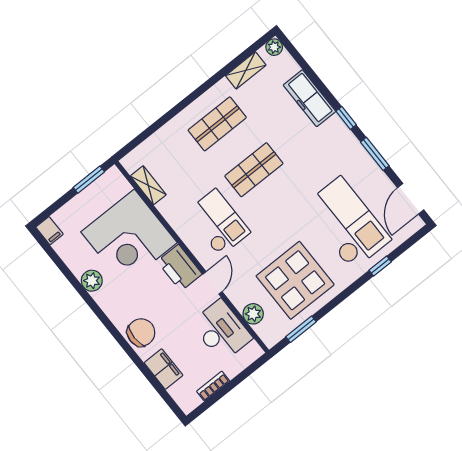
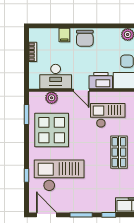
checkout: (218, 222) -> (108, 115), turned 180
checkout: (346, 223) -> (59, 175), turned 180
filing cabinet: (164, 369) -> (64, 35), width x0.50

